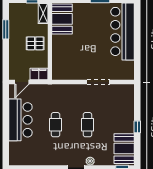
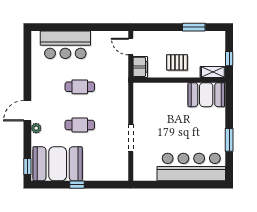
pallet: (35, 43) -> (177, 62), turned 90
bar counter: (20, 120) -> (65, 45), moved
booth: (124, 149) -> (58, 164), width x1.36, depth x1.42

